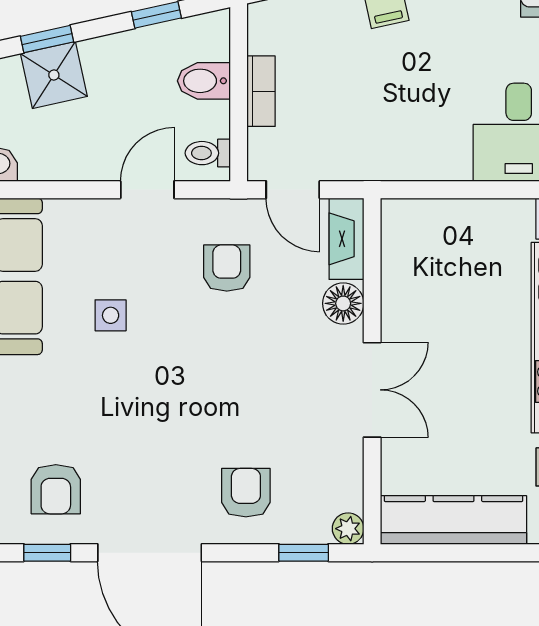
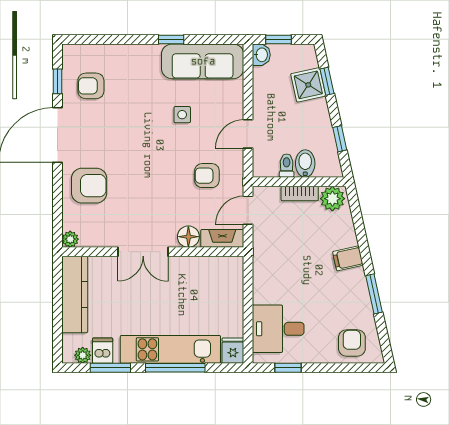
plant: (271, 29) -> (332, 199), added
toilet: (208, 153) -> (287, 166), moved
door: (147, 190) -> (248, 134), swing flipped
armchair: (227, 268) -> (207, 176), turned 180
armchair: (246, 493) -> (89, 186), width x1.38, depth x1.38
window: (304, 553) -> (58, 216), removed

